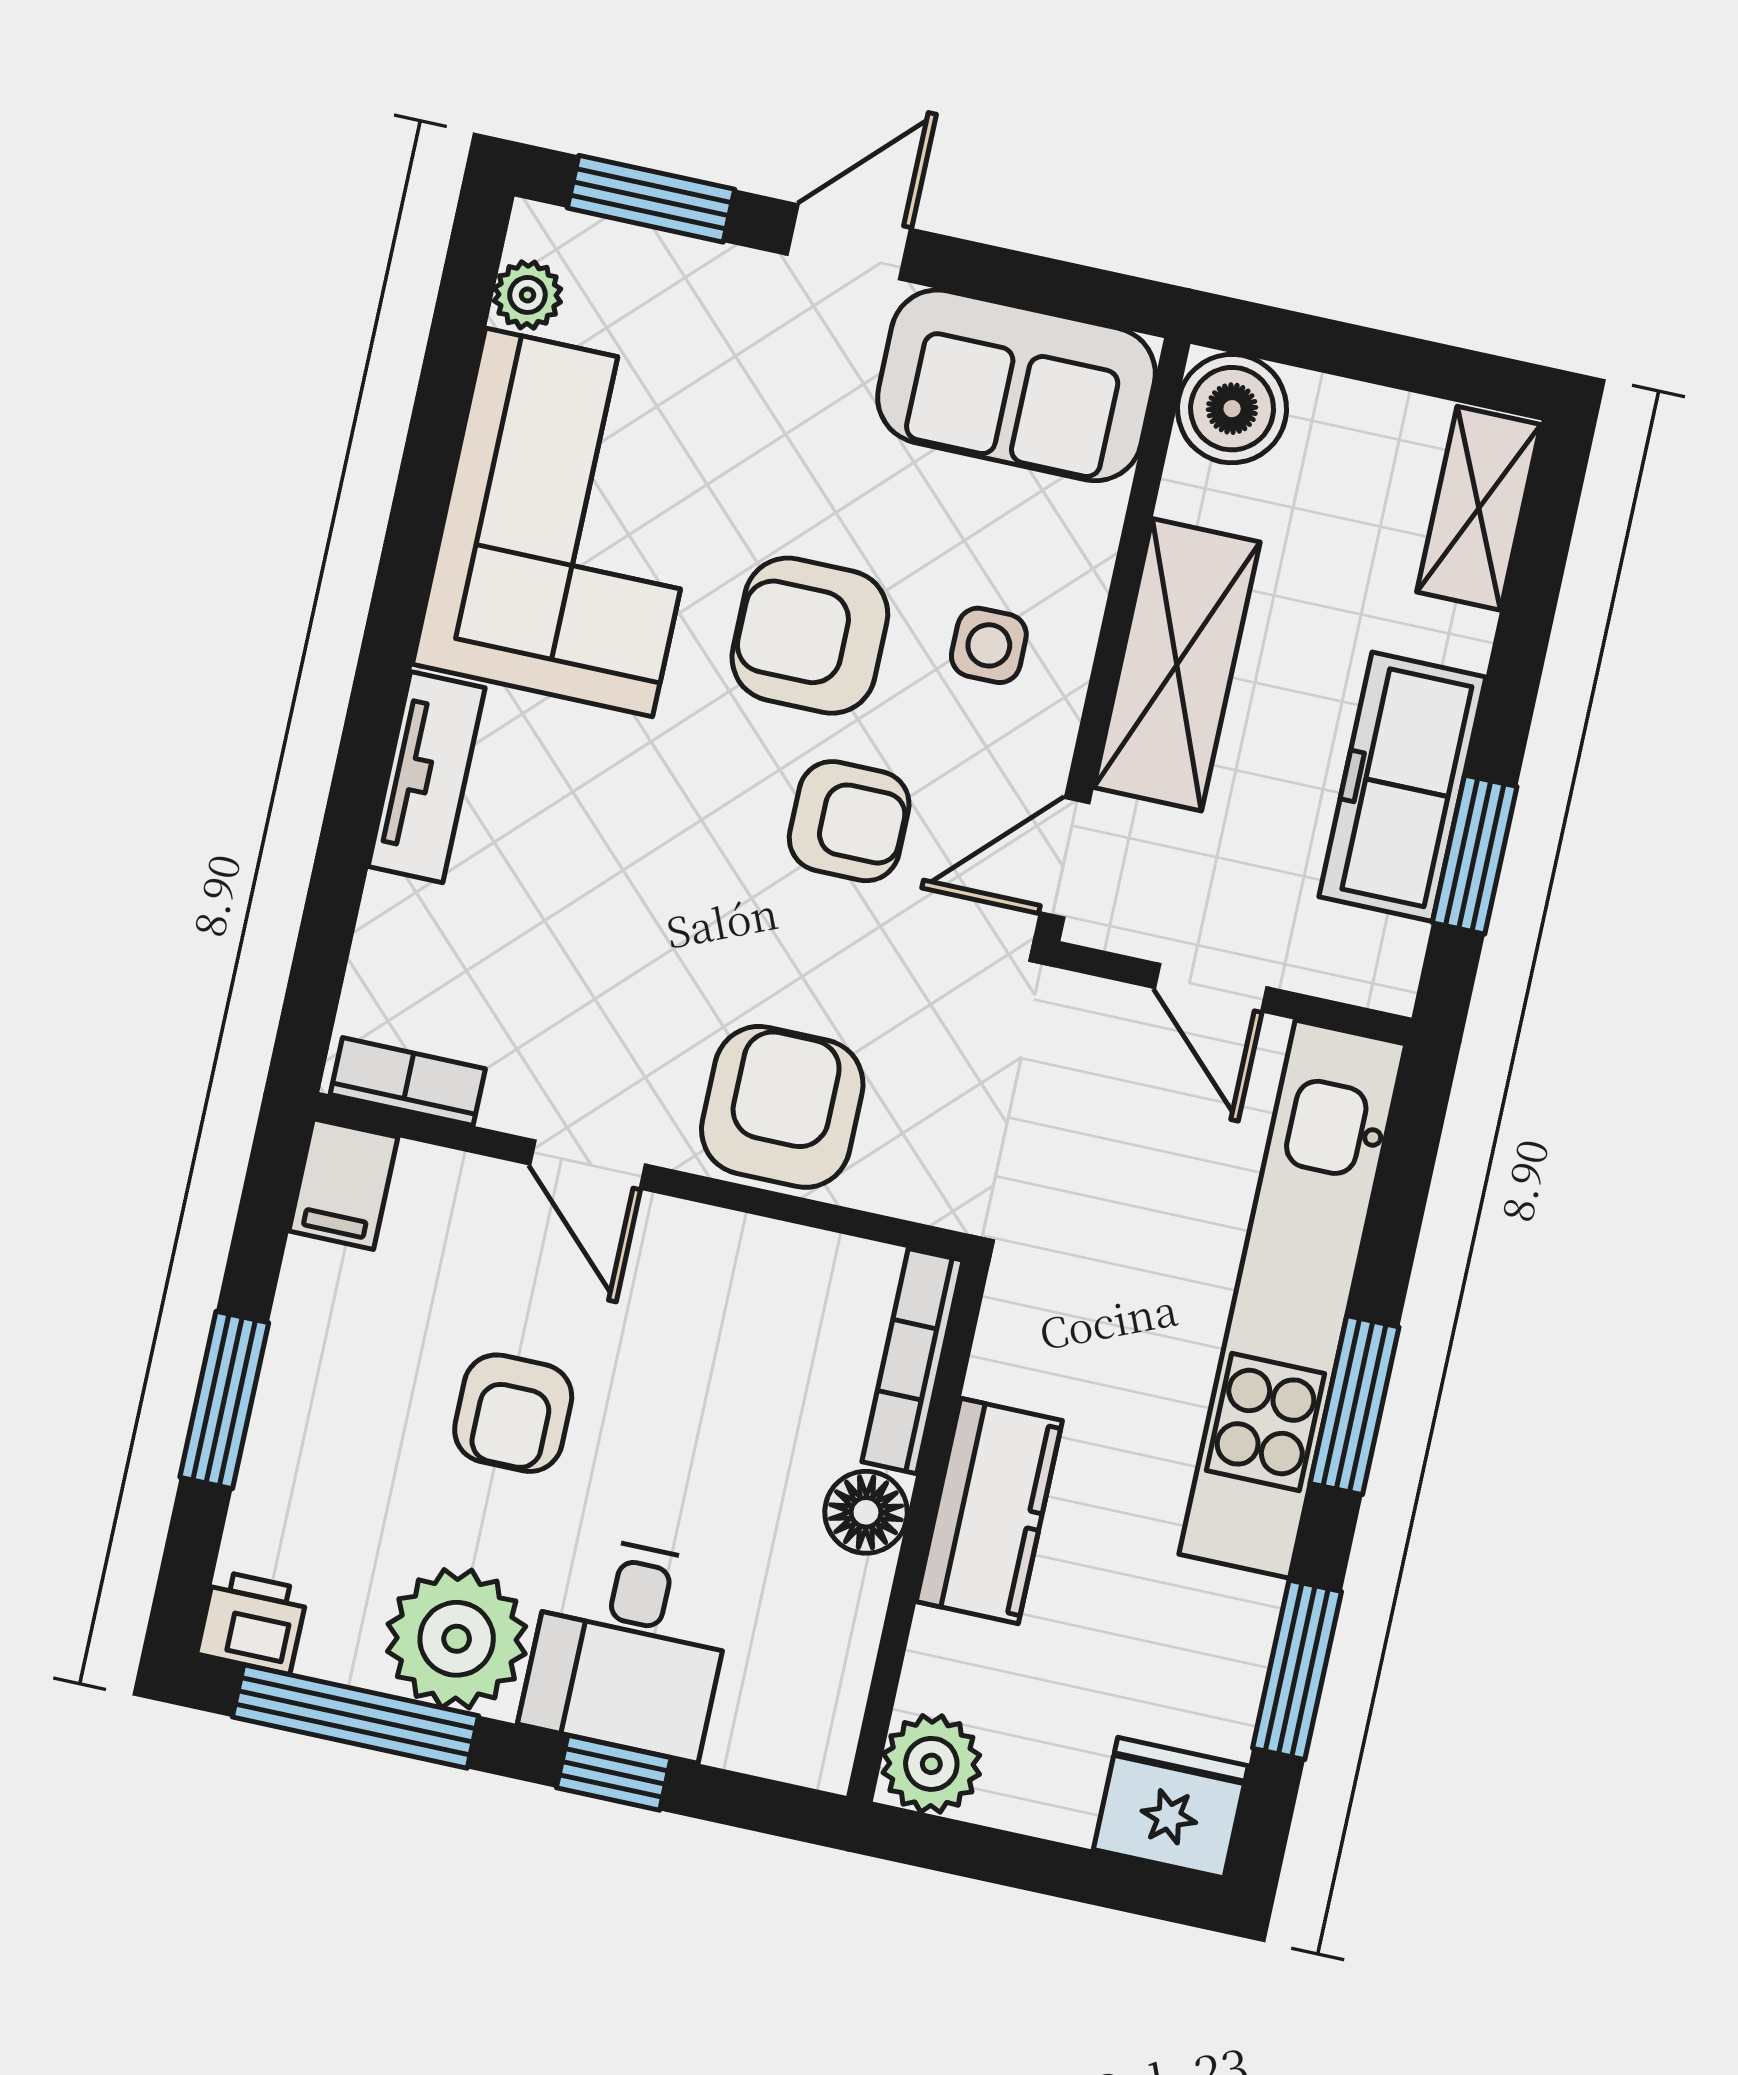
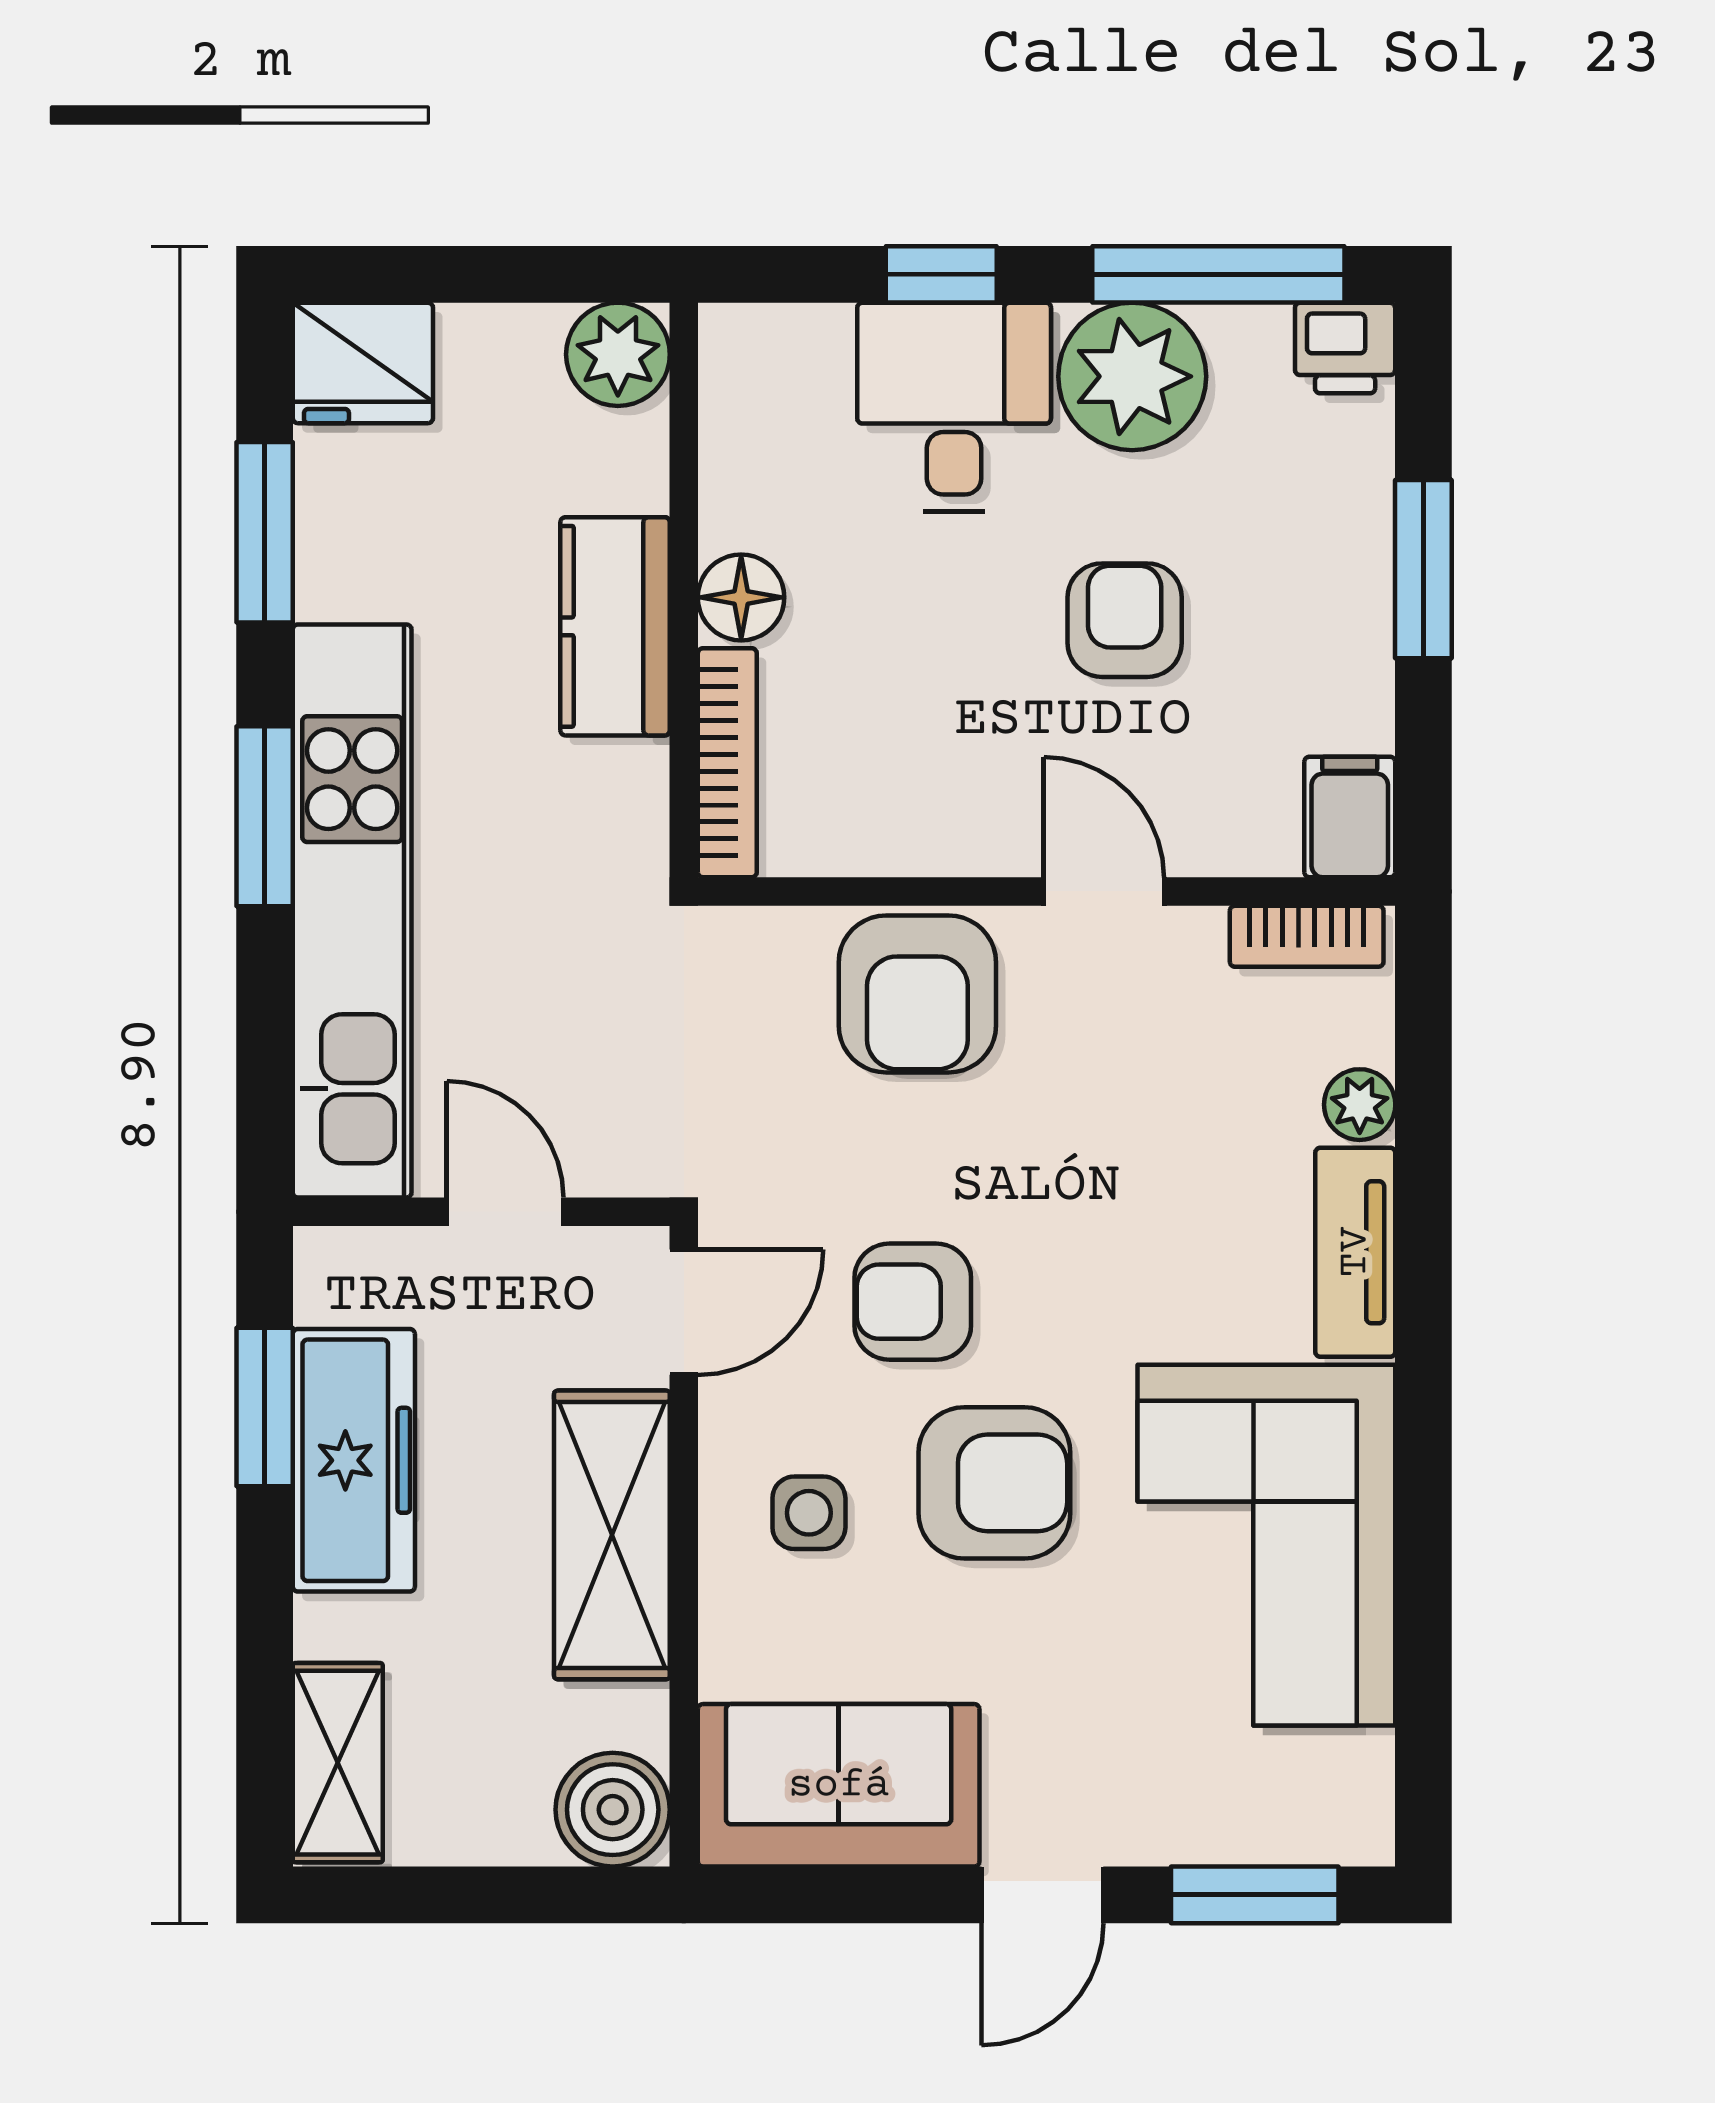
plant: (528, 295) -> (1360, 1105), moved

